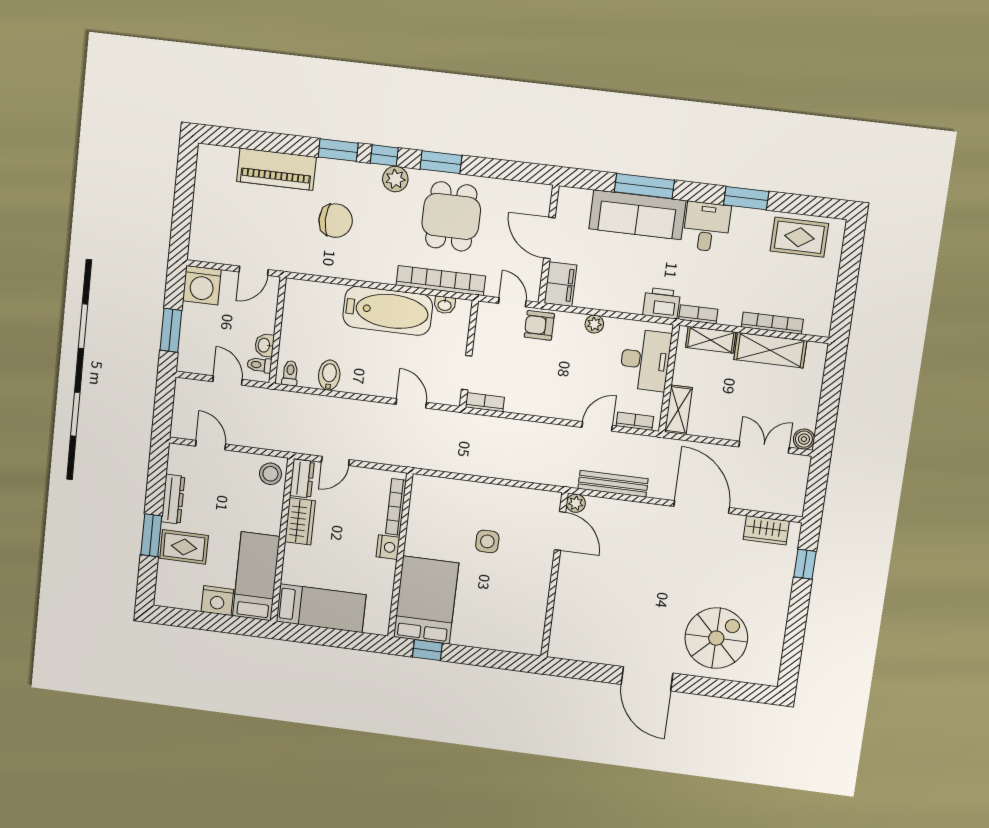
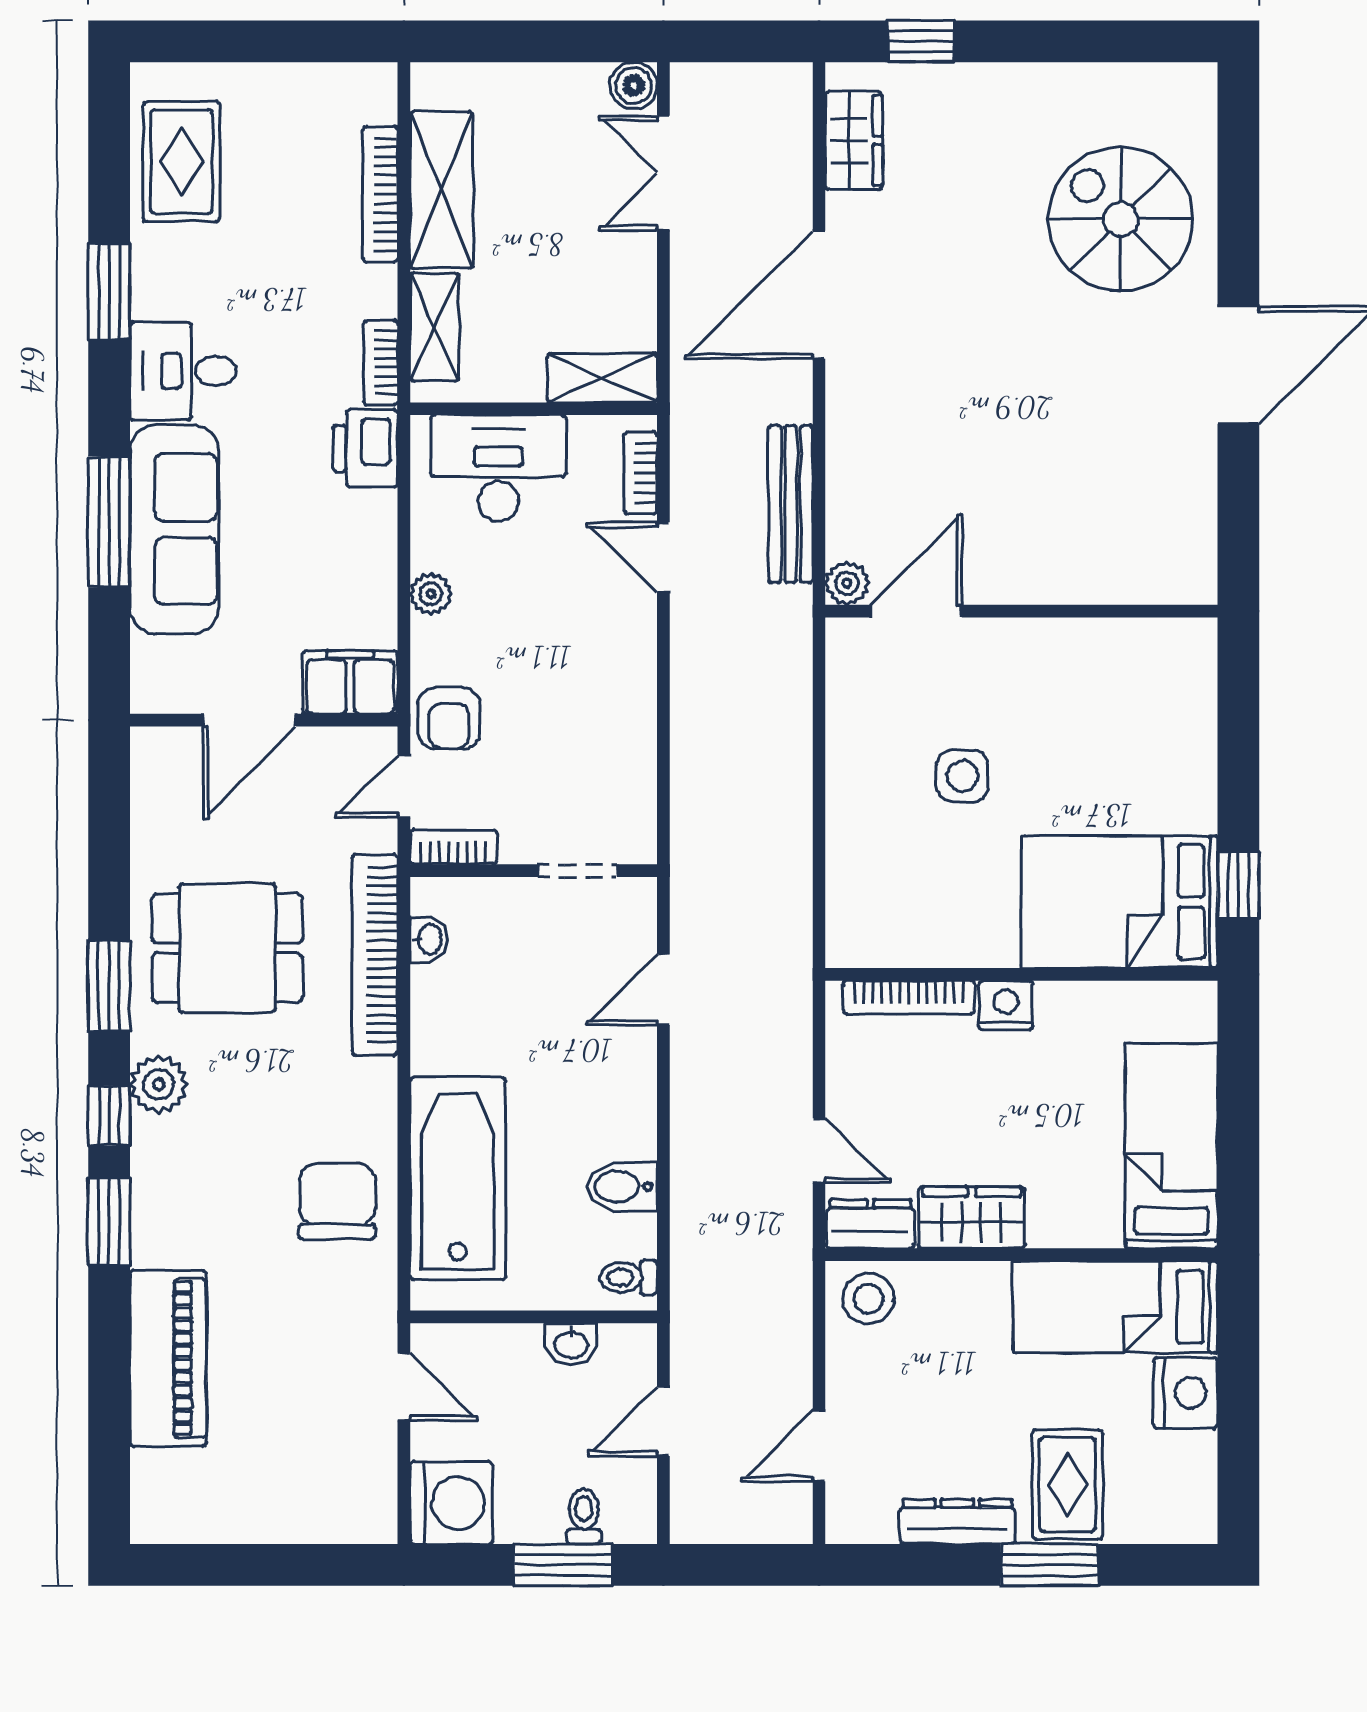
chair: (336, 221) -> (337, 1201), moved
bathtub: (388, 311) -> (458, 1179), moved
toilet: (259, 365) -> (584, 1516), moved, turned 180
bookcase: (485, 402) -> (453, 847), moved, turned 90

